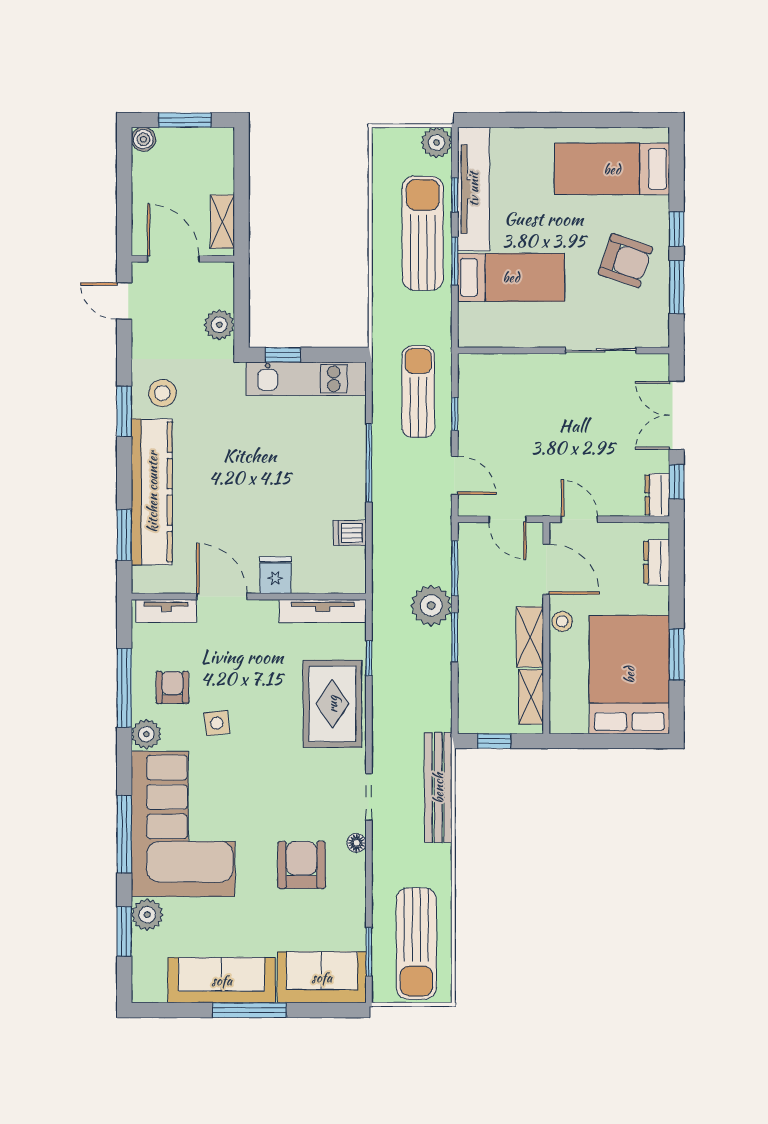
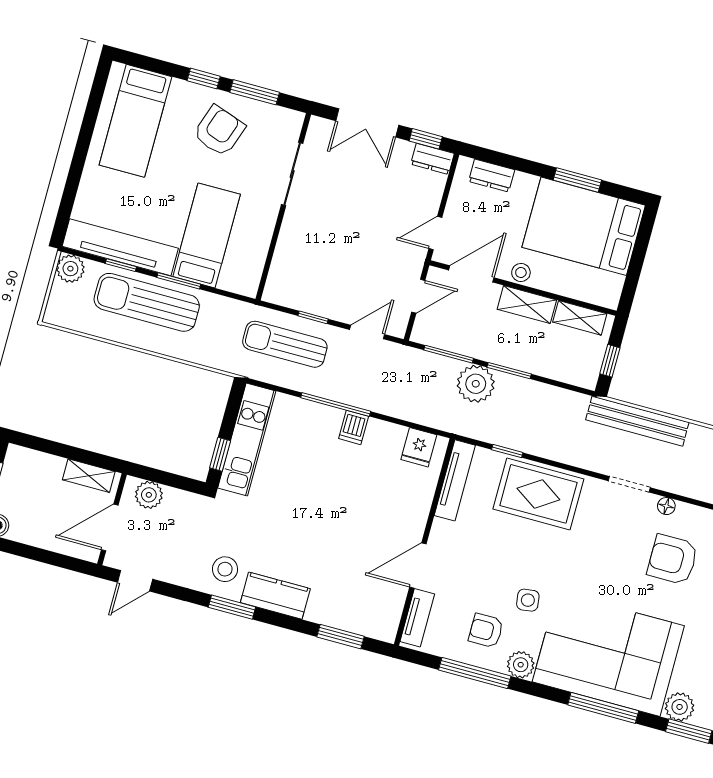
plant: (219, 325) -> (149, 495), moved
kitchen counter: (152, 492) -> (275, 596), width x0.48, depth x0.86
dishwasher: (350, 533) -> (354, 427), moved
fridge: (275, 575) -> (419, 447), moved, turned -90

